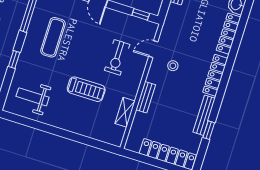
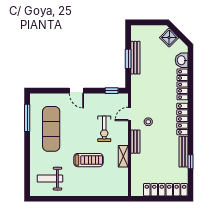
exercise mat: (53, 37) -> (51, 129), width x1.36, depth x1.45
window: (14, 60) -> (27, 155), removed
bench: (146, 97) -> (135, 142), moved
shelving: (125, 112) -> (123, 156), moved

